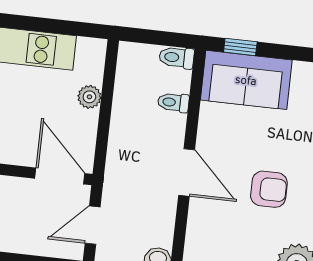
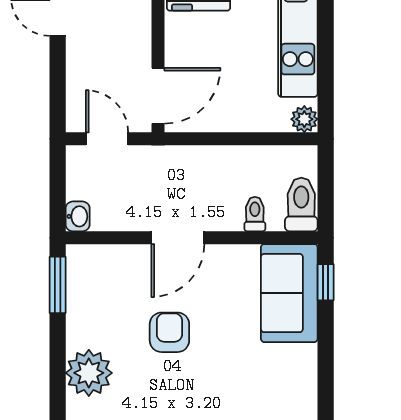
toilet: (177, 58) -> (301, 204), width x1.37, depth x1.39
plant: (89, 97) -> (304, 119), moved
armchair: (269, 189) -> (169, 332), turned 180

